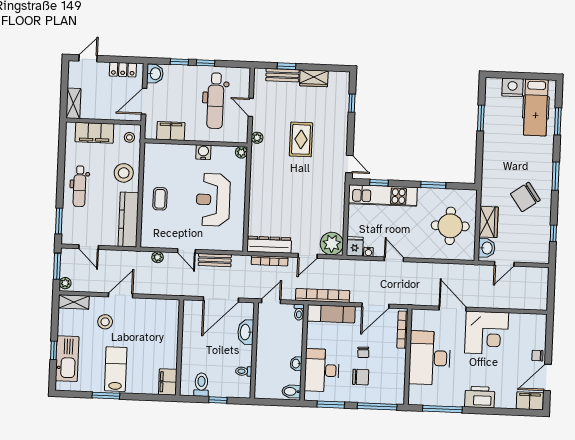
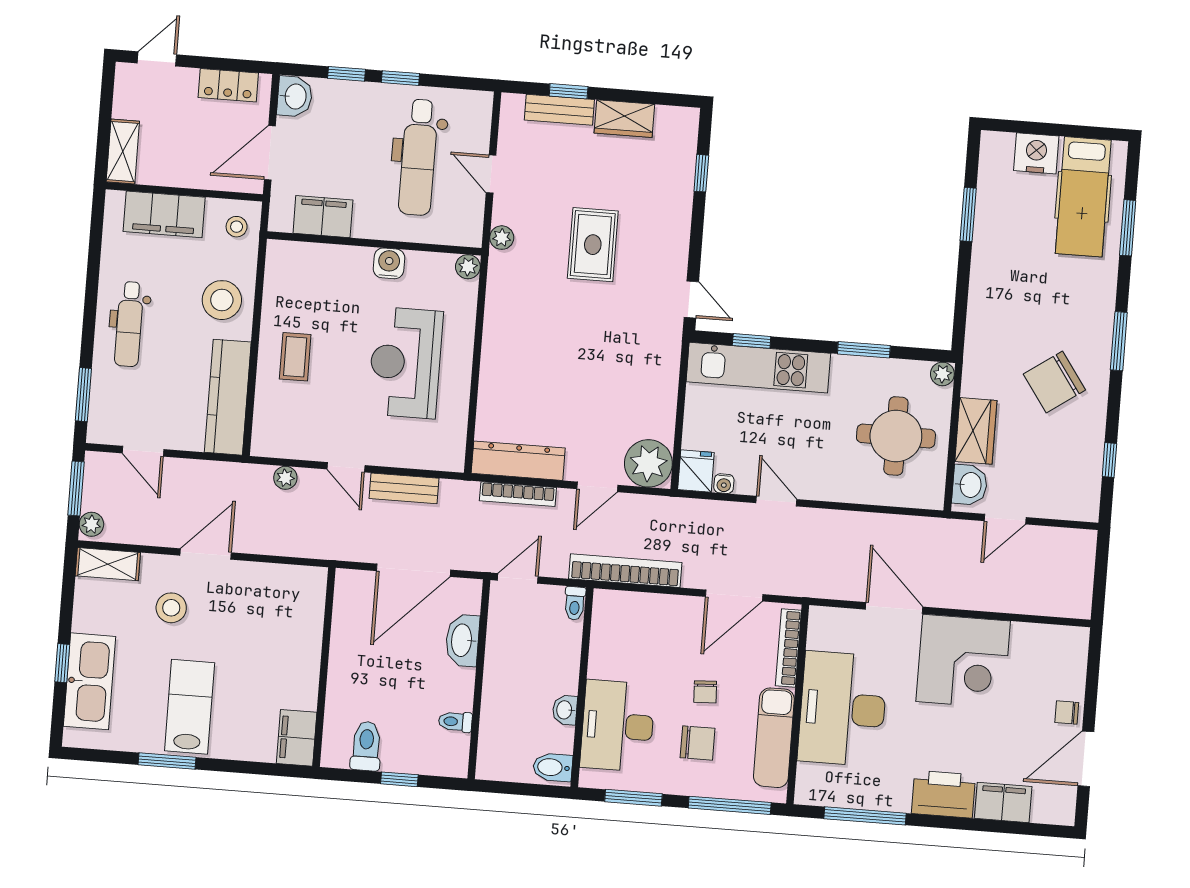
plant: (471, 195) -> (942, 374), added
exam couch: (331, 314) -> (774, 738), moved, turned 90
filing cabinet: (530, 401) -> (1003, 802), moved

